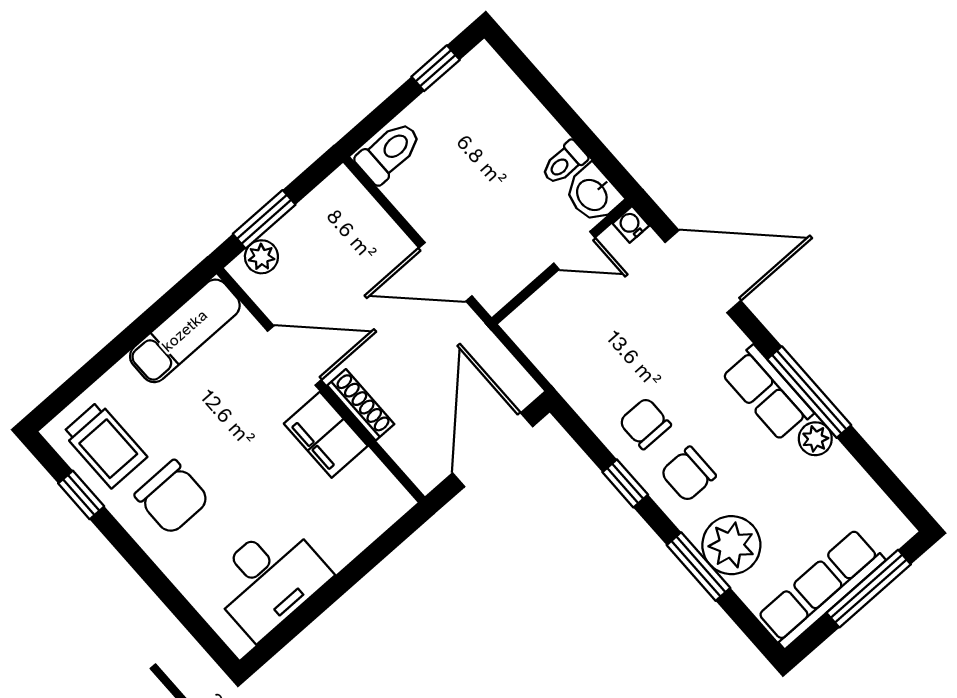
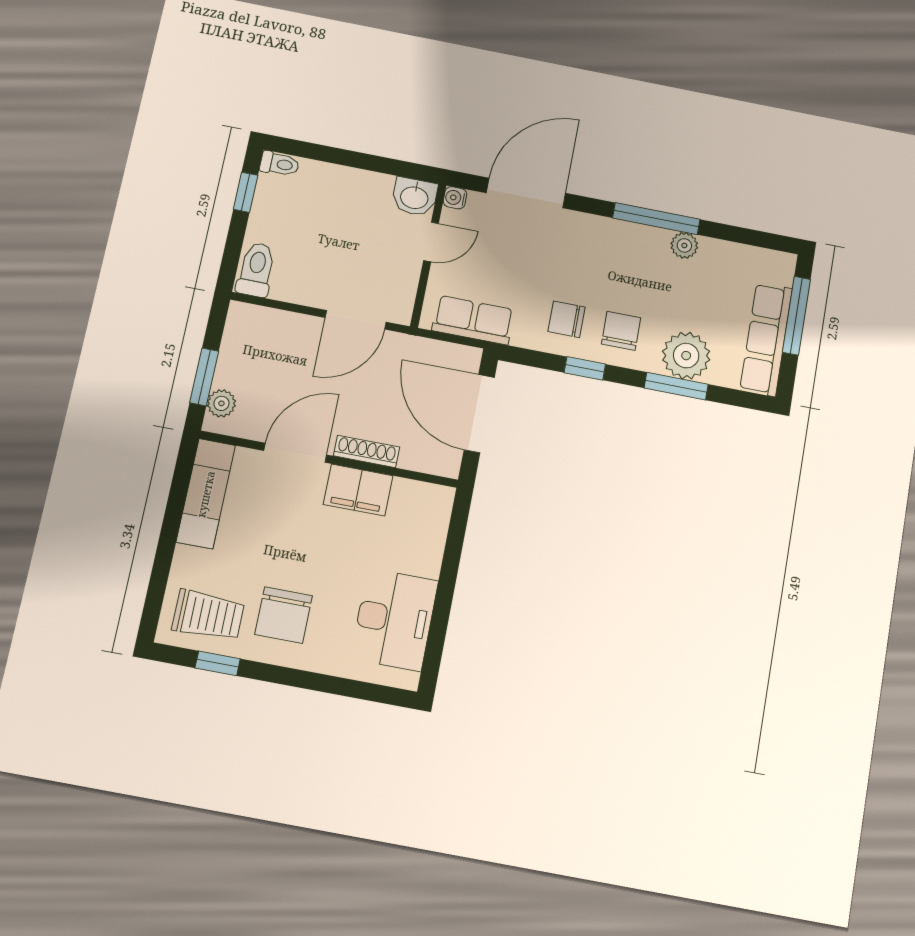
toilet: (564, 163) -> (280, 164), moved, turned -90
row of seats: (768, 393) -> (473, 320), moved, turned 180
chair: (688, 474) -> (621, 331), turned 180
chair: (172, 497) -> (284, 615), turned 90

